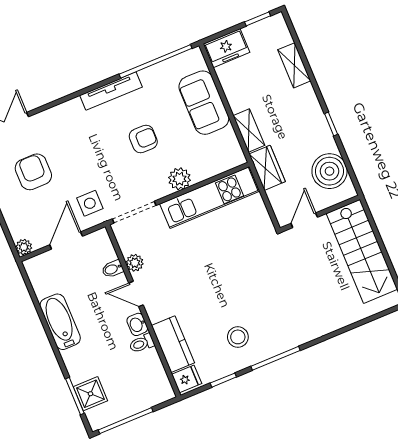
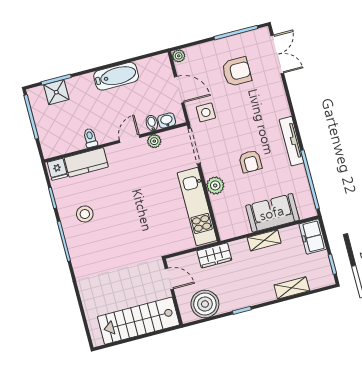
shelving: (249, 131) -> (264, 240), moved
washbasin: (137, 324) -> (167, 120), moved

